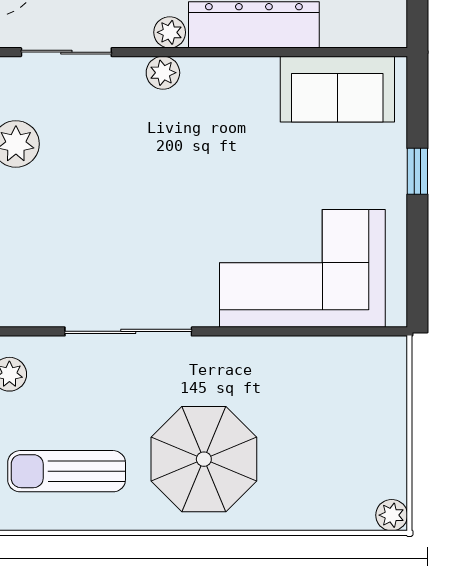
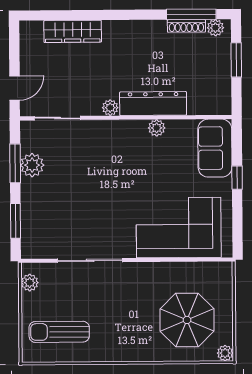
plant: (163, 73) -> (157, 128), moved
sofa: (337, 89) -> (215, 148), moved, turned 90
parasol: (204, 459) -> (187, 320), moved

